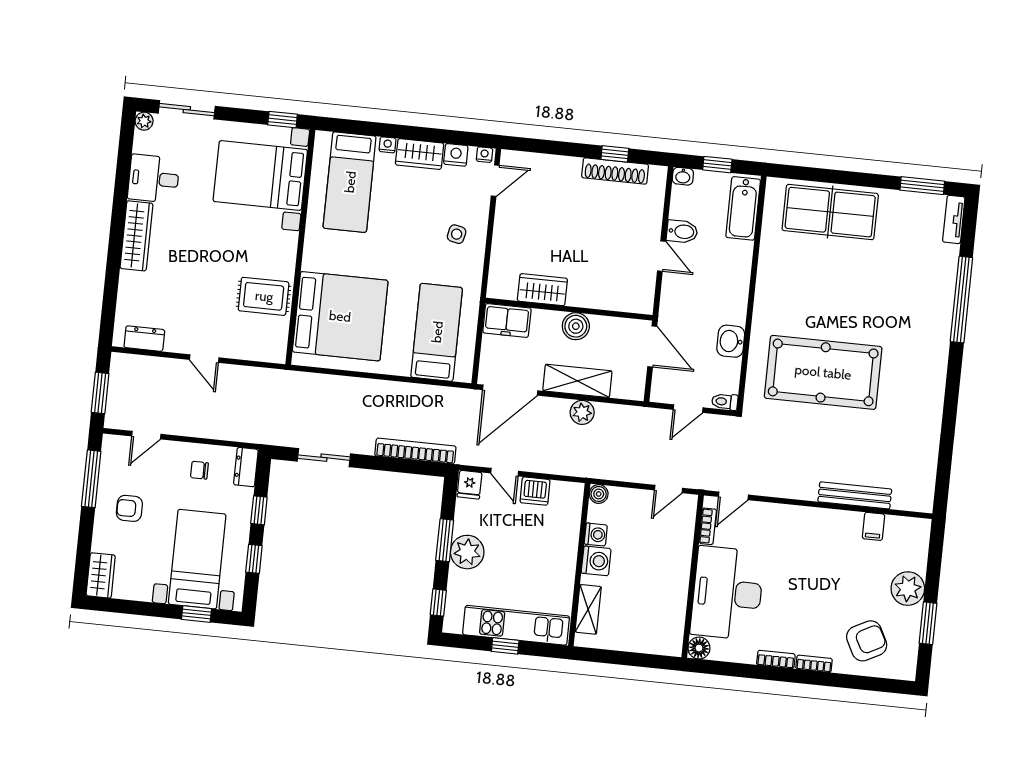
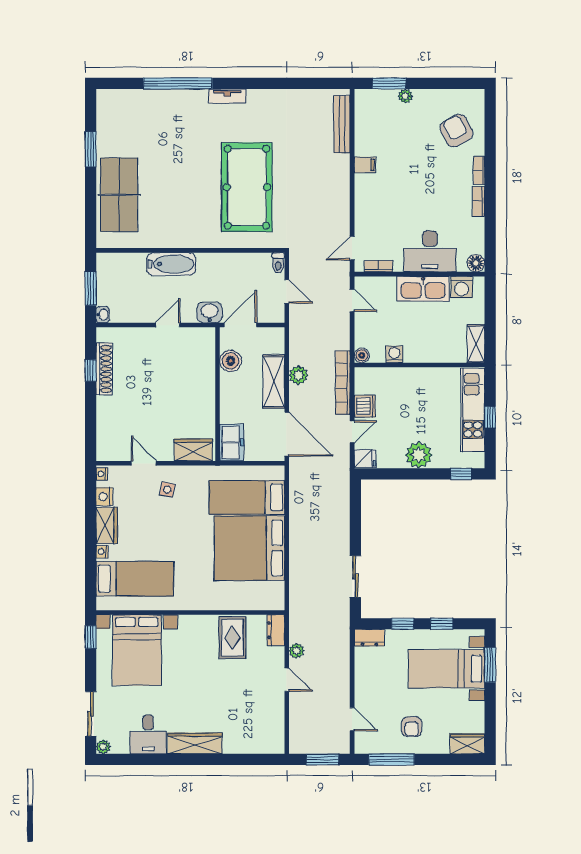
window: (717, 165) -> (91, 288), width x1.50
door: (495, 181) -> (144, 463), moved
window: (922, 186) -> (91, 149), moved
bathtub: (743, 208) -> (171, 264), moved
tv unit: (954, 219) -> (227, 96), moved
bidet: (682, 232) -> (147, 311), removed
wardrobe: (542, 290) -> (193, 450), moved, turned 90
bed: (340, 316) -> (249, 548), moved, turned -90
boiler: (576, 326) -> (231, 361), moved
dresser: (144, 339) -> (276, 630), moved
washbasin: (731, 341) -> (209, 312), moved, turned 180
door: (204, 359) -> (287, 680), hinge flipped
plant: (239, 374) -> (296, 651), added
bookcase: (415, 451) -> (343, 383), moved
chair: (199, 470) -> (376, 674), removed
bench: (855, 495) -> (342, 124), moved
door: (733, 496) -> (352, 248), swing flipped
filing cabinet: (874, 526) -> (365, 165), moved
window: (445, 540) -> (411, 474), removed
washing machine: (596, 561) -> (462, 287), moved, turned 180
kitchen sink: (674, 579) -> (423, 289), added
plant: (908, 589) -> (405, 96), width x0.53, depth x0.53
desk: (727, 593) -> (430, 251), width x0.73, depth x0.77
shelving: (588, 609) -> (476, 344), moved, turned 90
window: (197, 614) -> (490, 665), width x1.50
window: (928, 623) -> (389, 83), moved

